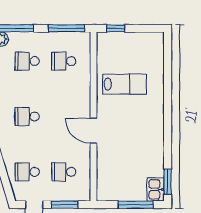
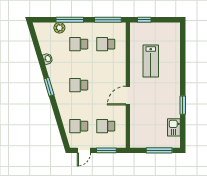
lab bench: (124, 84) -> (151, 61), turned 90
door: (93, 131) -> (128, 96), hinge flipped
window: (168, 182) -> (183, 105), moved
kitchen sink: (156, 189) -> (174, 127), moved

